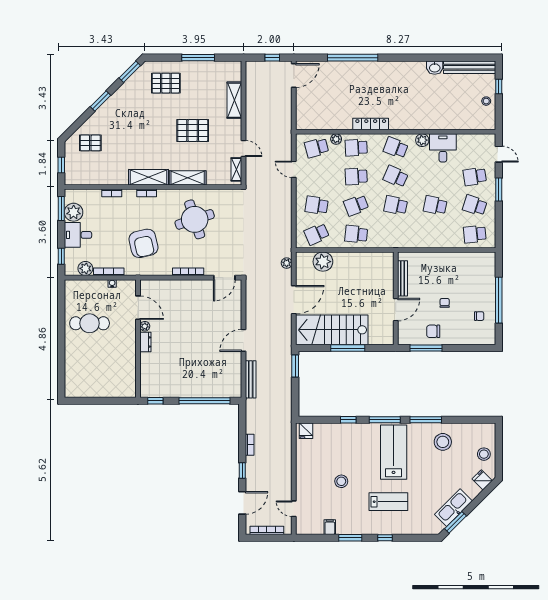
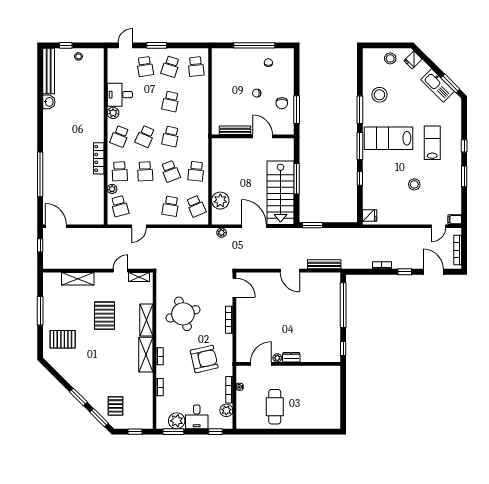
window: (130, 72) -> (99, 418), moved
pallet: (166, 83) -> (63, 339), turned 90
filing cabinet: (330, 527) -> (455, 220), moved

